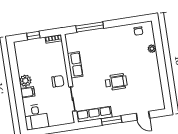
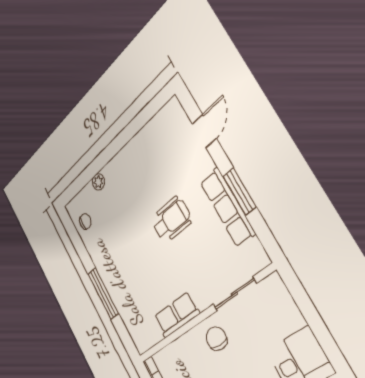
window: (90, 27) -> (103, 294), moved
wheelchair: (116, 82) -> (171, 220), turned 90
row of seats: (94, 114) -> (227, 207), moved

